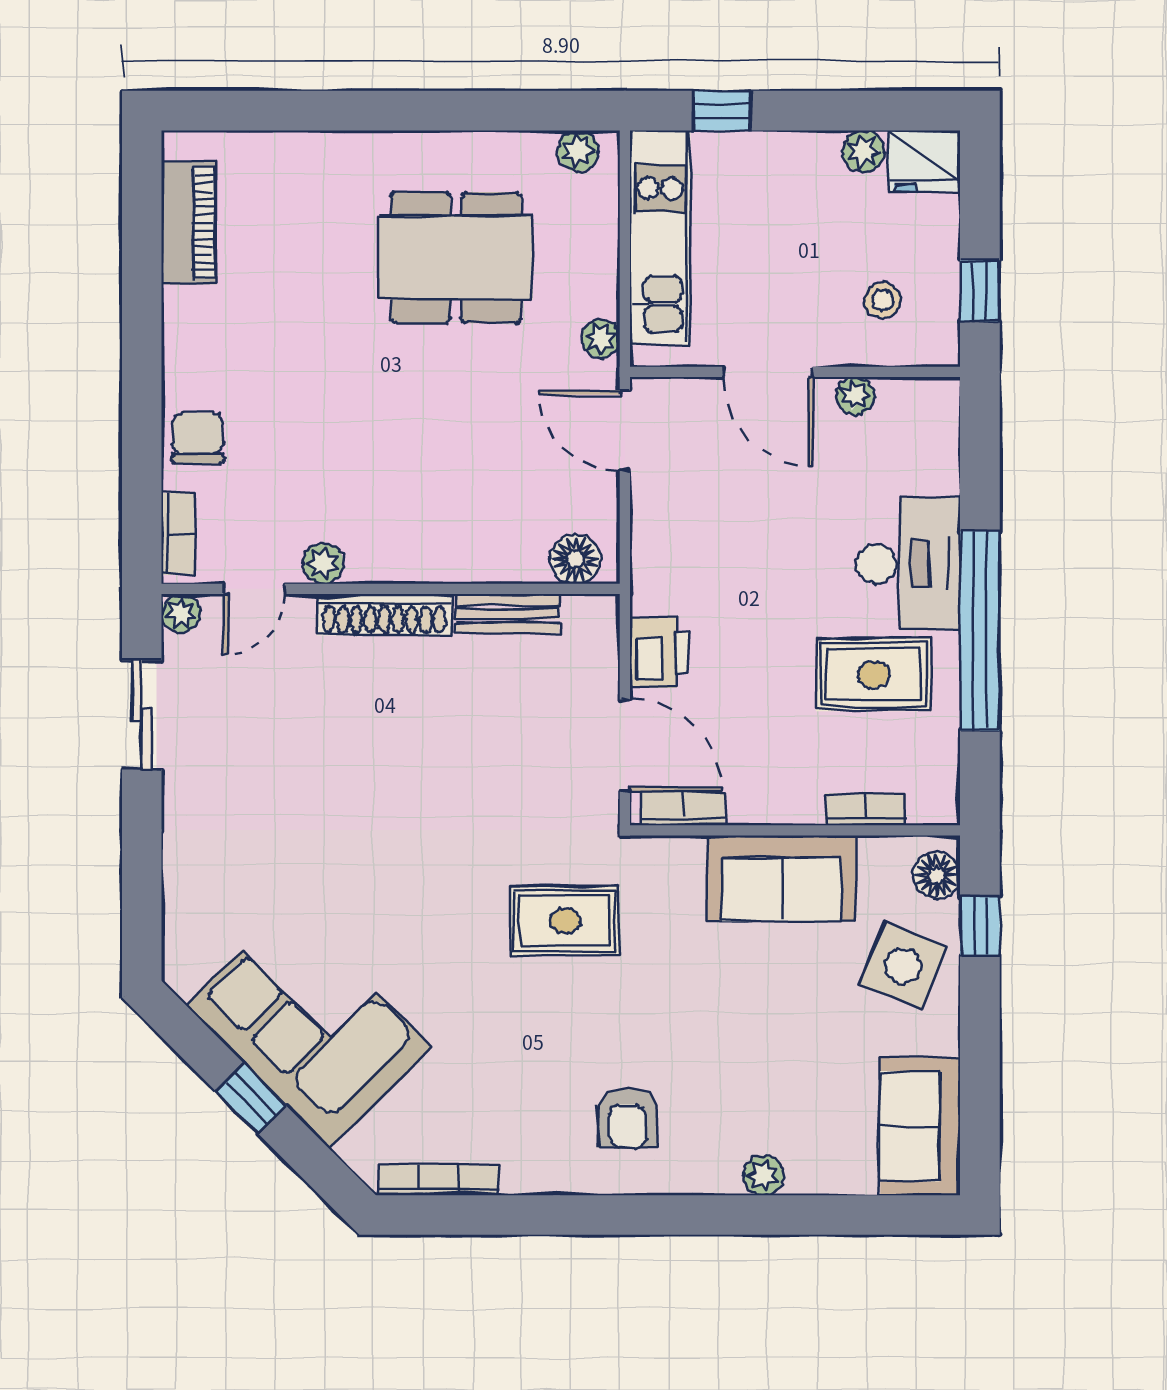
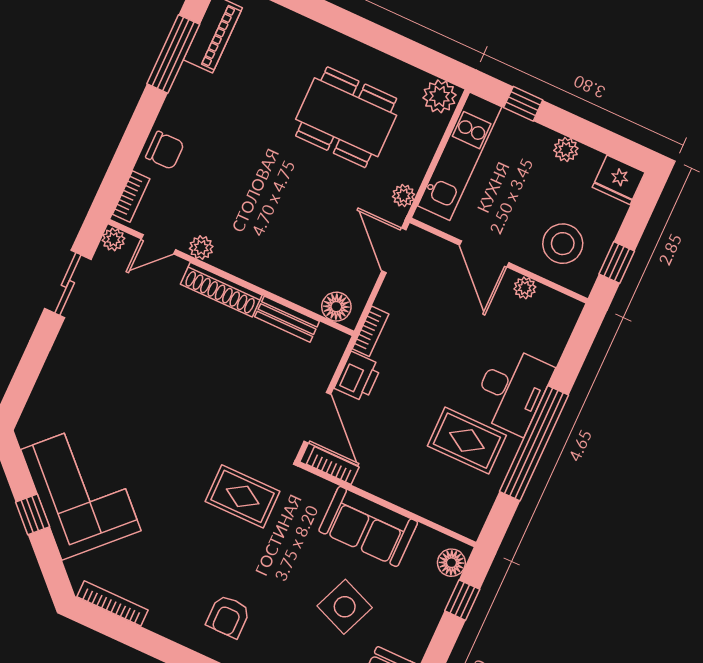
plant: (578, 151) -> (439, 96), width x1.38, depth x1.38
plant: (863, 151) -> (566, 149), moved
window: (142, 282) -> (173, 54), added
stool: (882, 300) -> (563, 244), width x1.89, depth x1.89
chair: (198, 438) -> (165, 150), turned 90
bookcase: (865, 809) -> (370, 331), moved, turned 90
side table: (903, 966) -> (345, 607), moved

